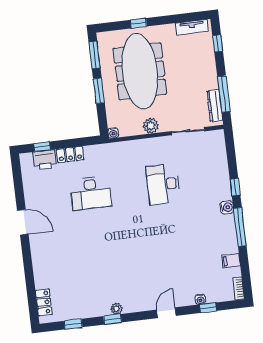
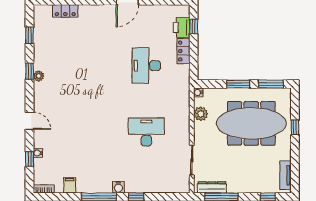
plant: (151, 126) -> (201, 114), moved
locker: (44, 302) -> (65, 11), moved

